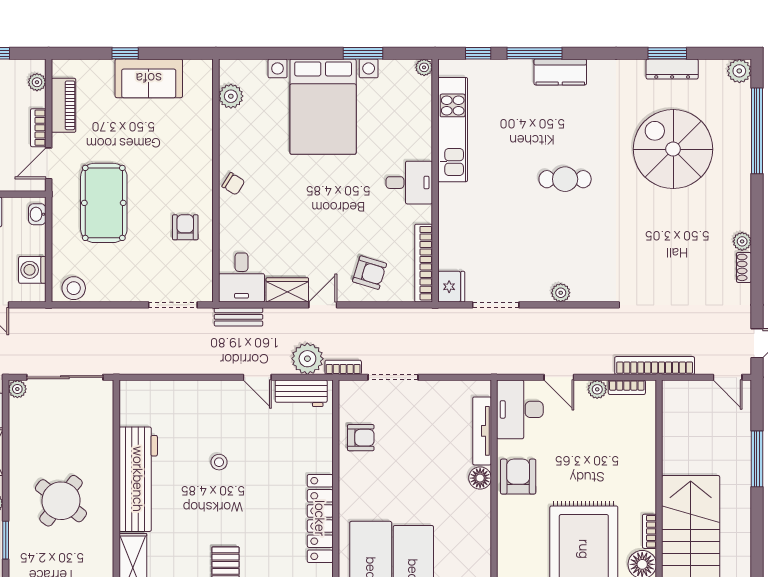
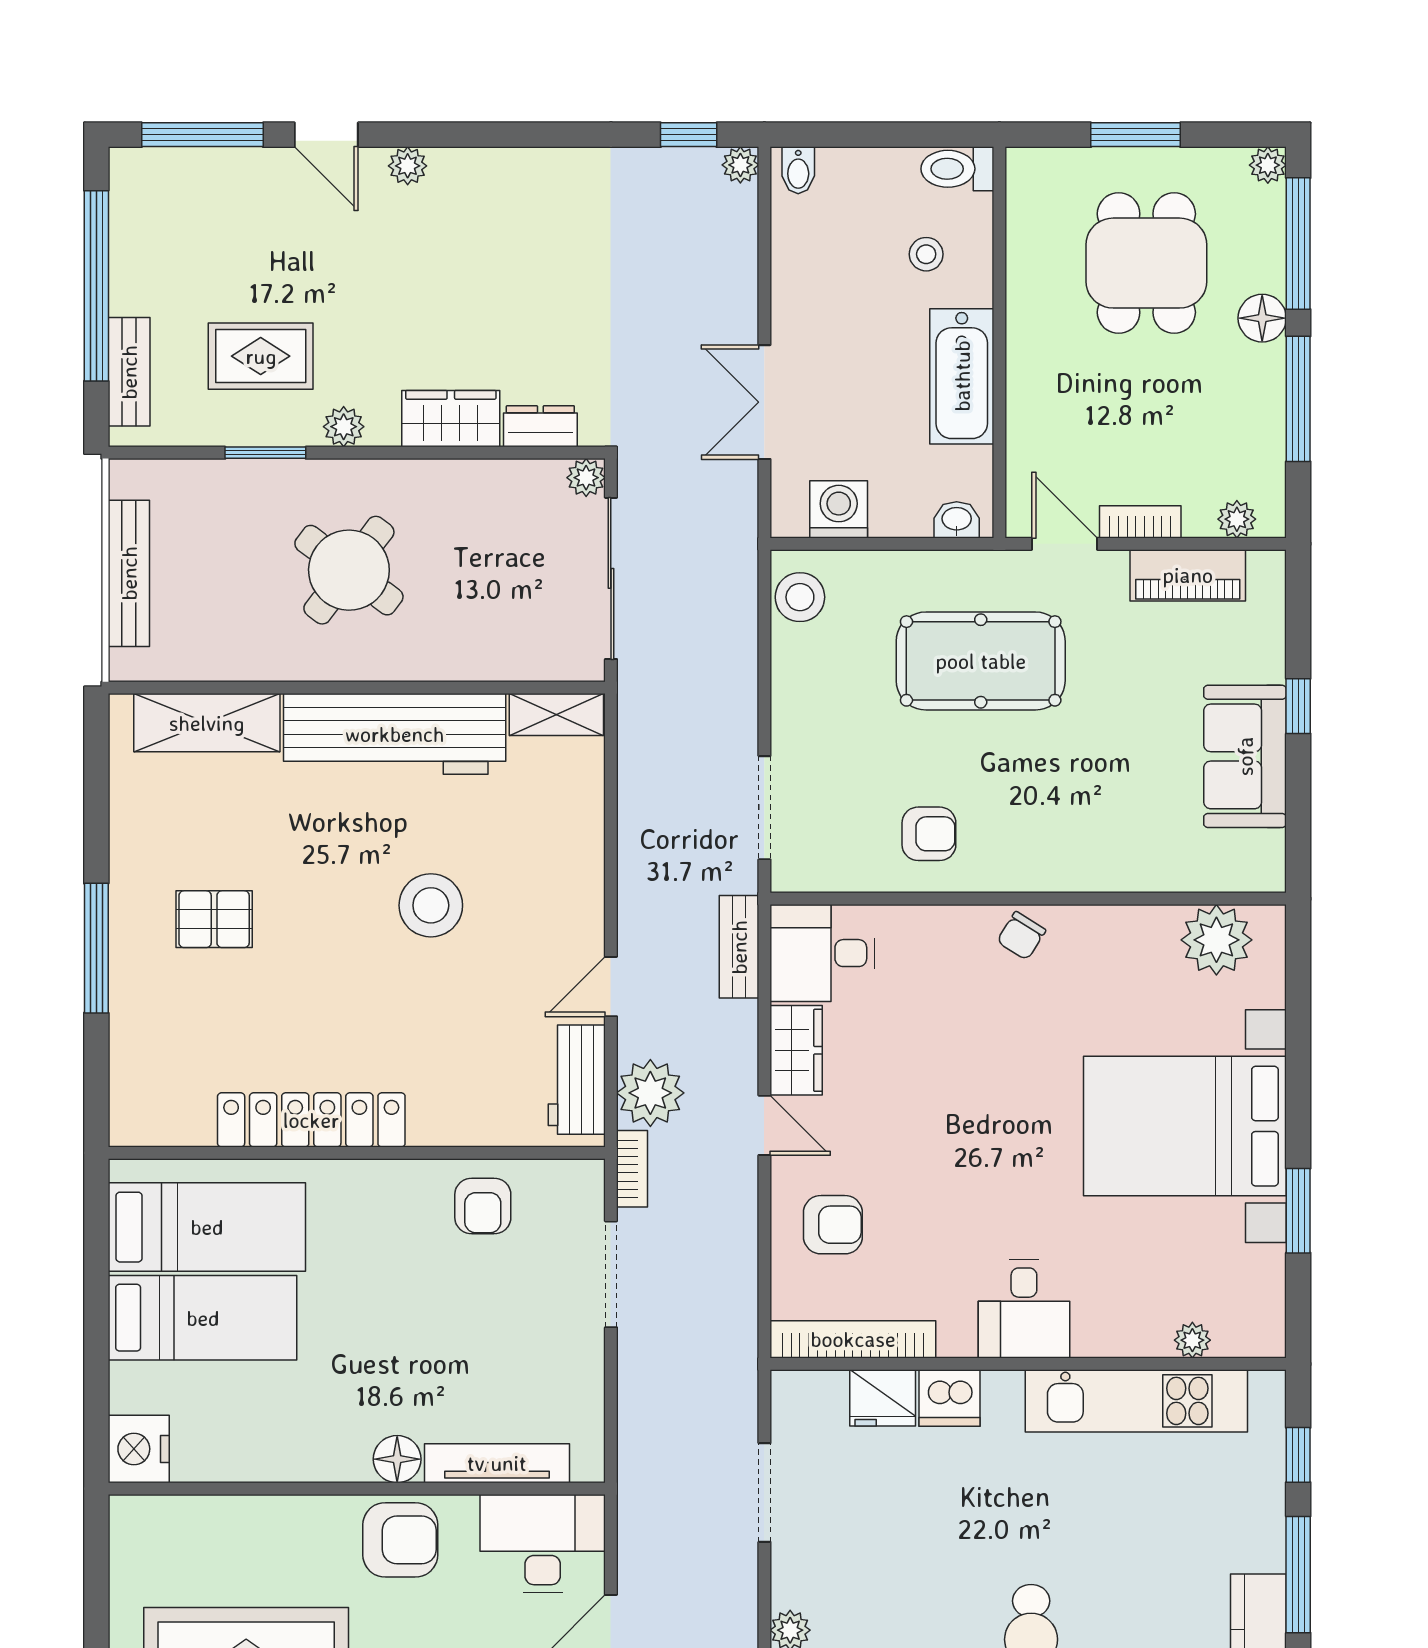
plant: (424, 67) -> (1192, 1340), moved
plant: (231, 96) -> (1216, 940), width x1.36, depth x1.36
dishwasher: (451, 218) -> (950, 1398), added
armchair: (370, 273) -> (833, 1225), turned -107
fridge: (451, 287) -> (883, 1398), moved
shelving: (129, 403) -> (556, 715), added
stool: (219, 462) -> (431, 905), width x1.89, depth x1.89

